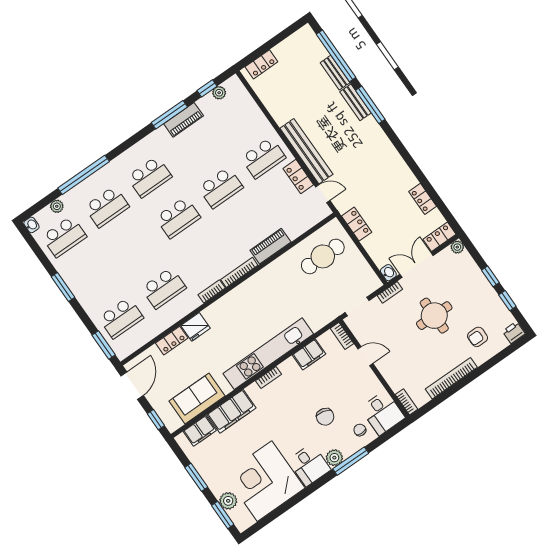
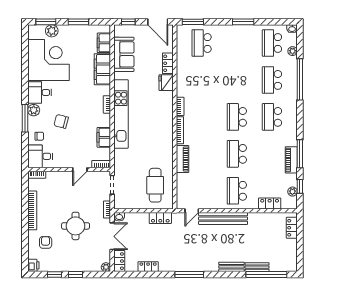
window: (370, 105) -> (189, 274), moved
locker: (298, 177) -> (270, 204), moved
school desk: (164, 288) -> (202, 80), removed

